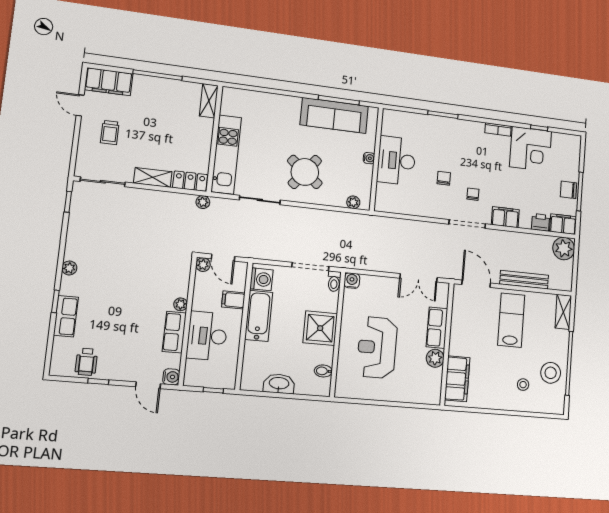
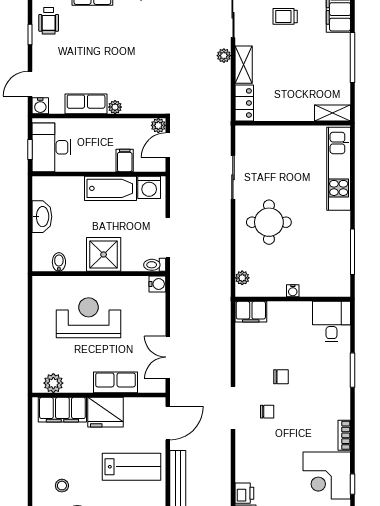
sofa: (334, 115) -> (335, 248), removed
kitchen unit: (226, 155) -> (339, 169), moved, turned 90
desk: (396, 161) -> (331, 322), moved, width x0.73
round table: (305, 172) -> (269, 222), turned -38
plant: (203, 202) -> (224, 56), moved
filing cabinet: (505, 217) -> (251, 312), moved, turned 90
desk: (207, 336) -> (52, 147), moved, turned -90
fridge: (462, 339) -> (106, 412), added
plant: (435, 358) -> (53, 383), moved
wheelchair: (86, 362) -> (49, 21), turned -90

